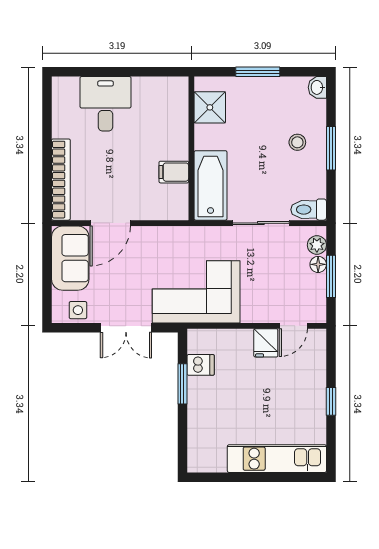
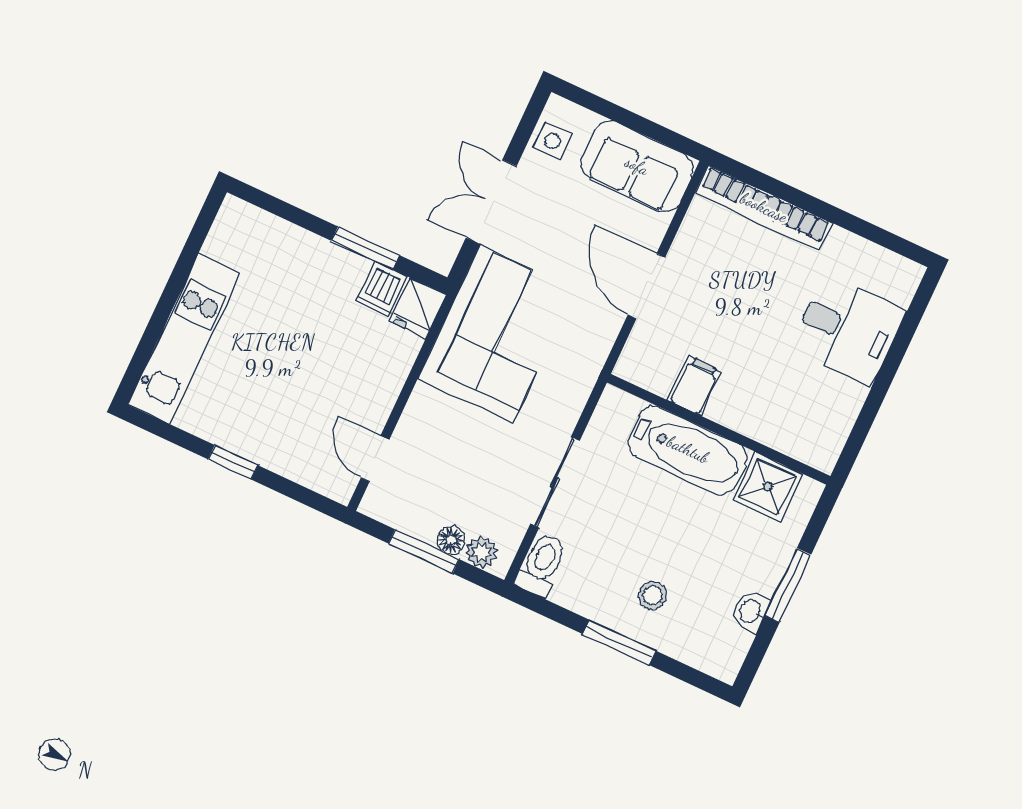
washbasin: (317, 87) -> (751, 611), moved, turned -90
bathtub: (211, 185) -> (688, 450), moved
door: (110, 223) -> (646, 286), moved
fridge: (266, 343) -> (418, 308), moved, turned -90

